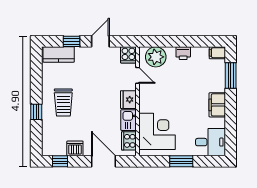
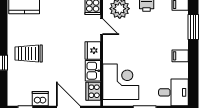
trolley: (63, 103) -> (29, 54), turned 90
filing cabinet: (217, 105) -> (180, 56), width x0.50

